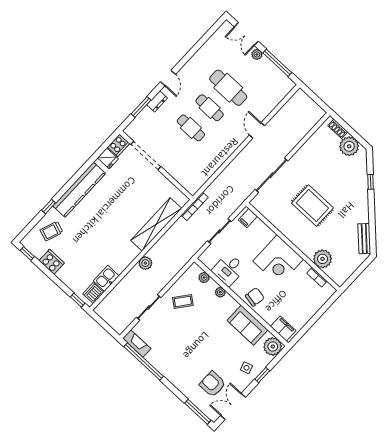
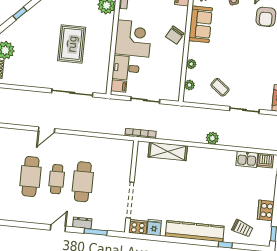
cafe table: (191, 128) -> (83, 182), width x1.37, depth x1.35
shelving: (156, 224) -> (168, 151), width x0.68
desk: (229, 269) -> (126, 68), moved, turned 180
chair: (255, 297) -> (175, 35), turned -72

